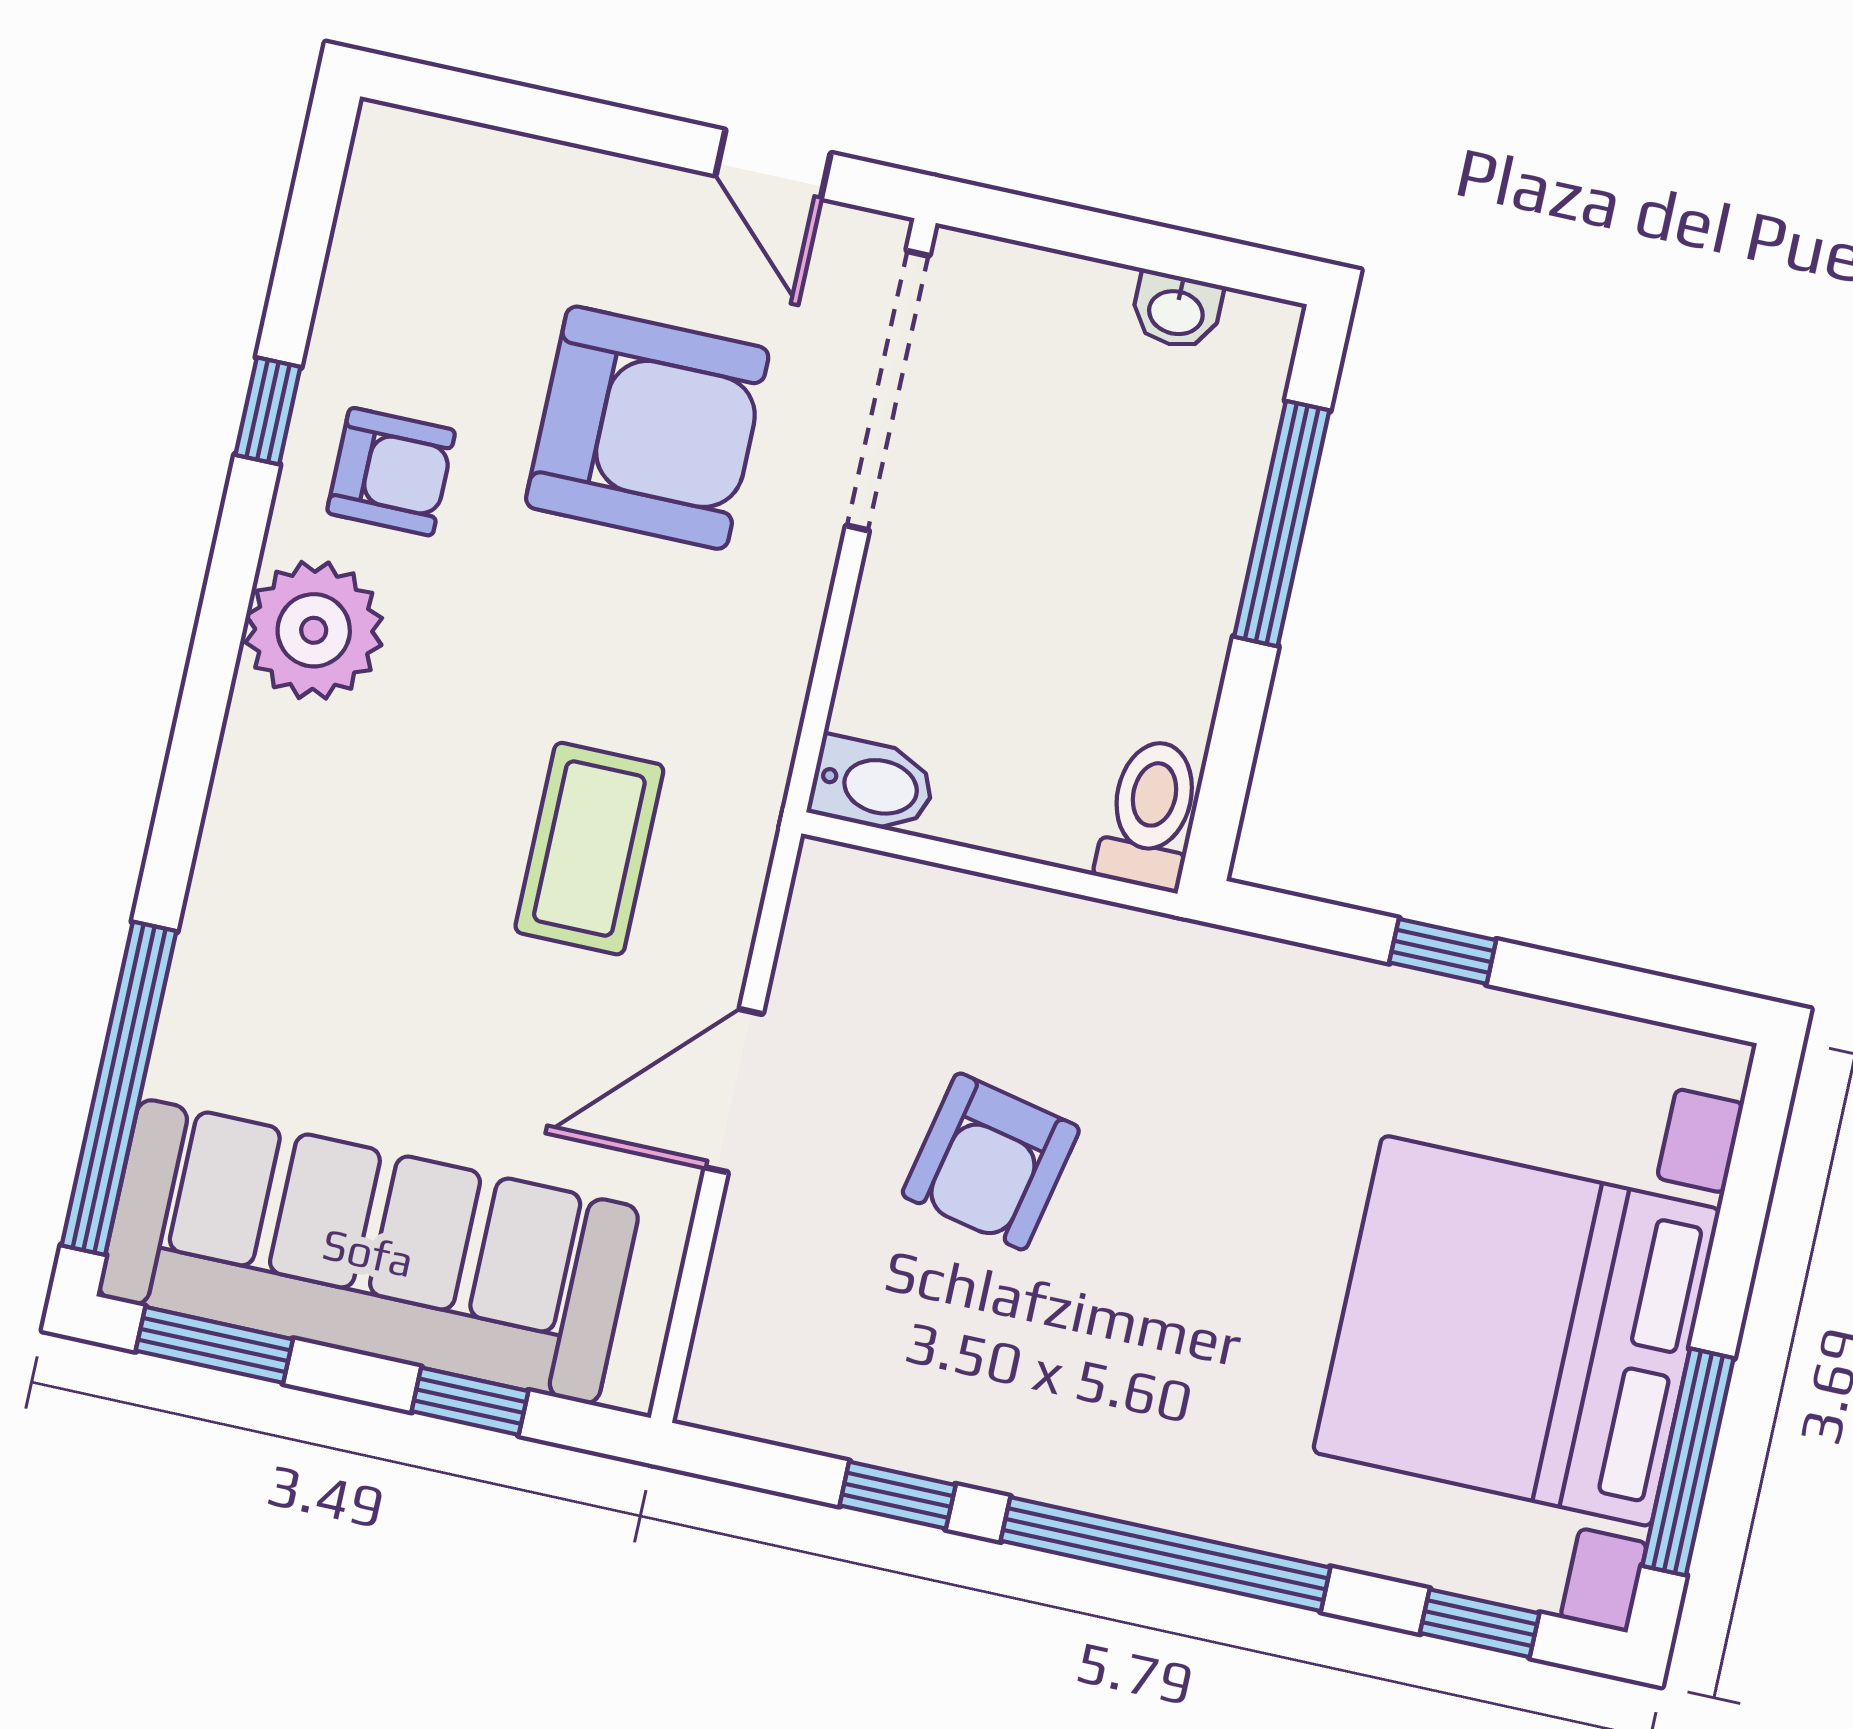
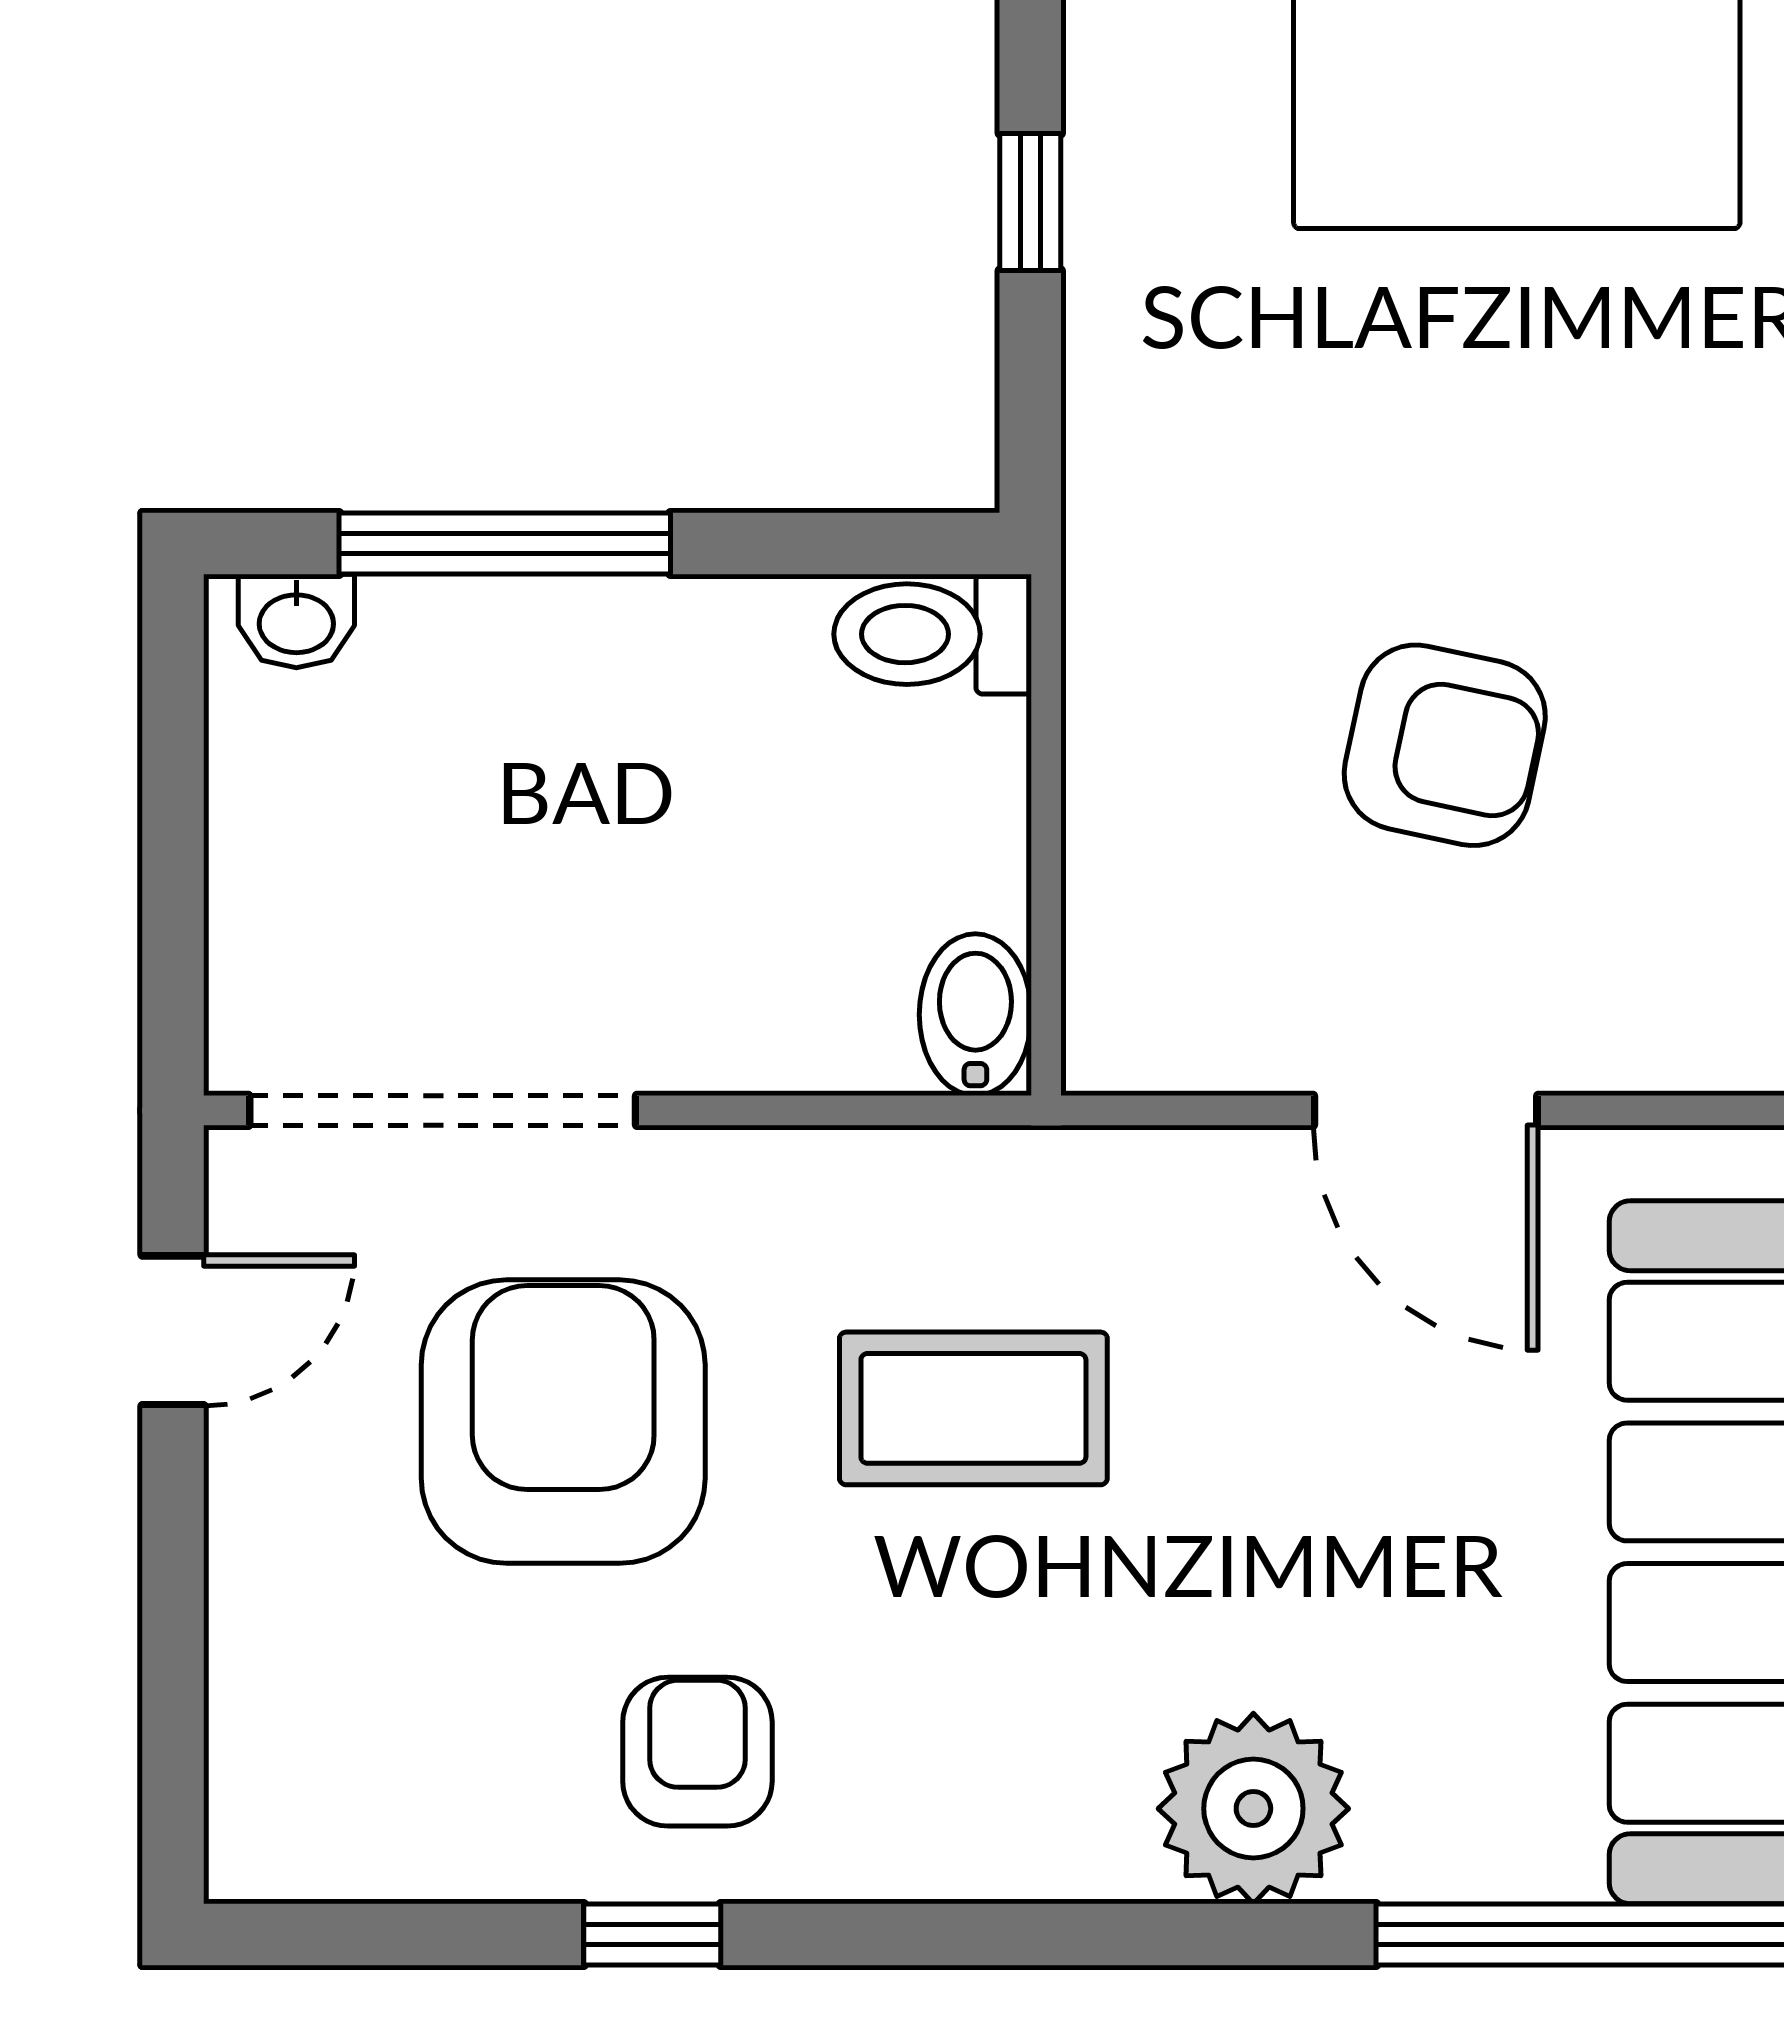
washbasin: (1176, 311) -> (296, 621), moved, turned 90
plant: (314, 630) -> (1253, 1809), moved
coffee table: (589, 849) -> (973, 1408), moved

